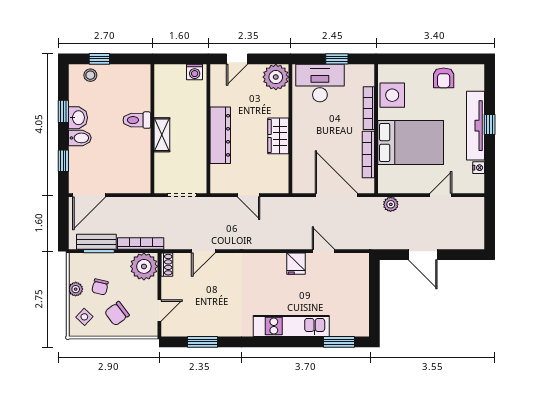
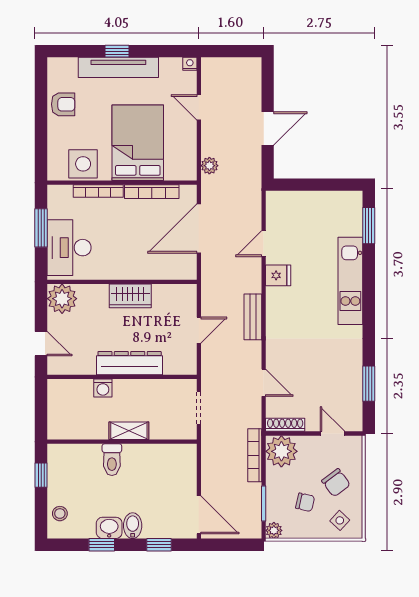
window: (99, 59) -> (41, 475), moved
window: (337, 59) -> (41, 228), width x1.50
washing machine: (195, 72) -> (103, 388), moved, turned 90
nightstand: (479, 168) -> (190, 64), moved
bench: (96, 242) -> (253, 317), moved
shoe rack: (167, 265) -> (285, 425), width x1.43
plant: (76, 289) -> (274, 530), moved

